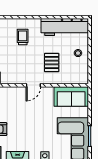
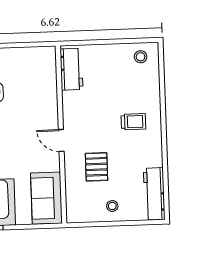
workbench: (65, 27) -> (154, 194), width x0.73, depth x0.76
pallet: (52, 63) -> (97, 167), turned 90

